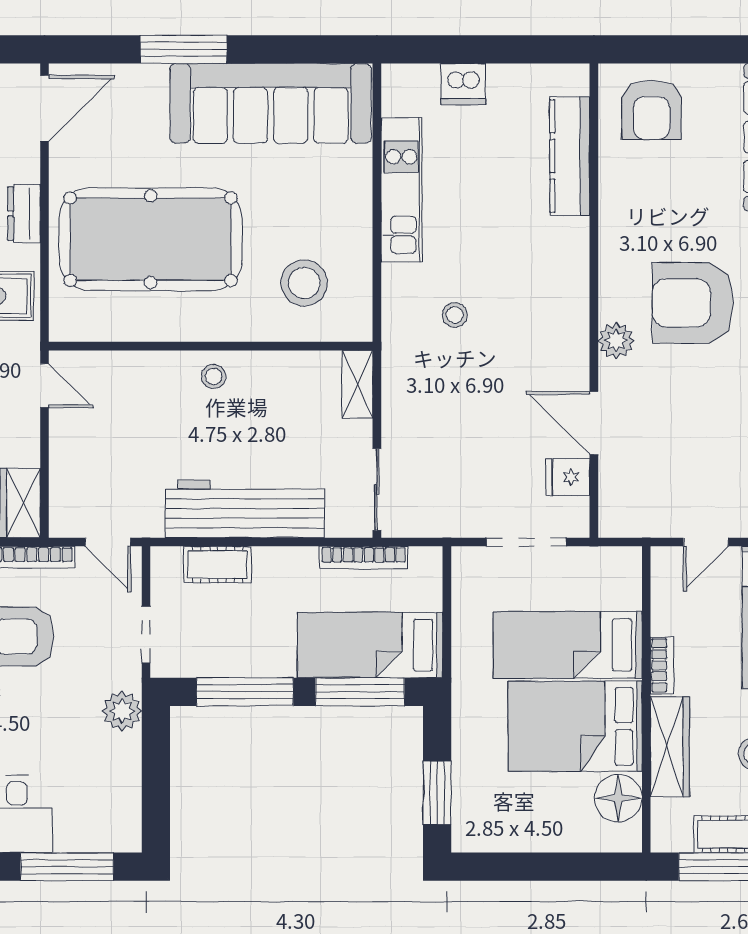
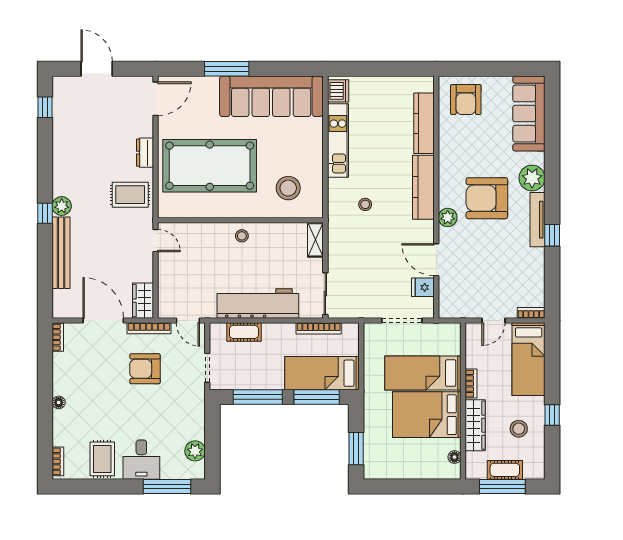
dishwasher: (463, 84) -> (338, 91), moved, turned -90
kitchen counter: (569, 281) -> (423, 187), added
plant: (122, 711) -> (195, 451), moved
floor lamp: (618, 798) -> (454, 457), width x0.53, depth x0.53

